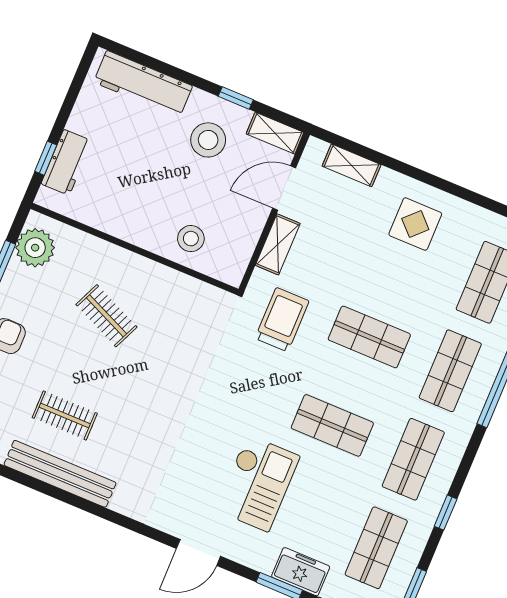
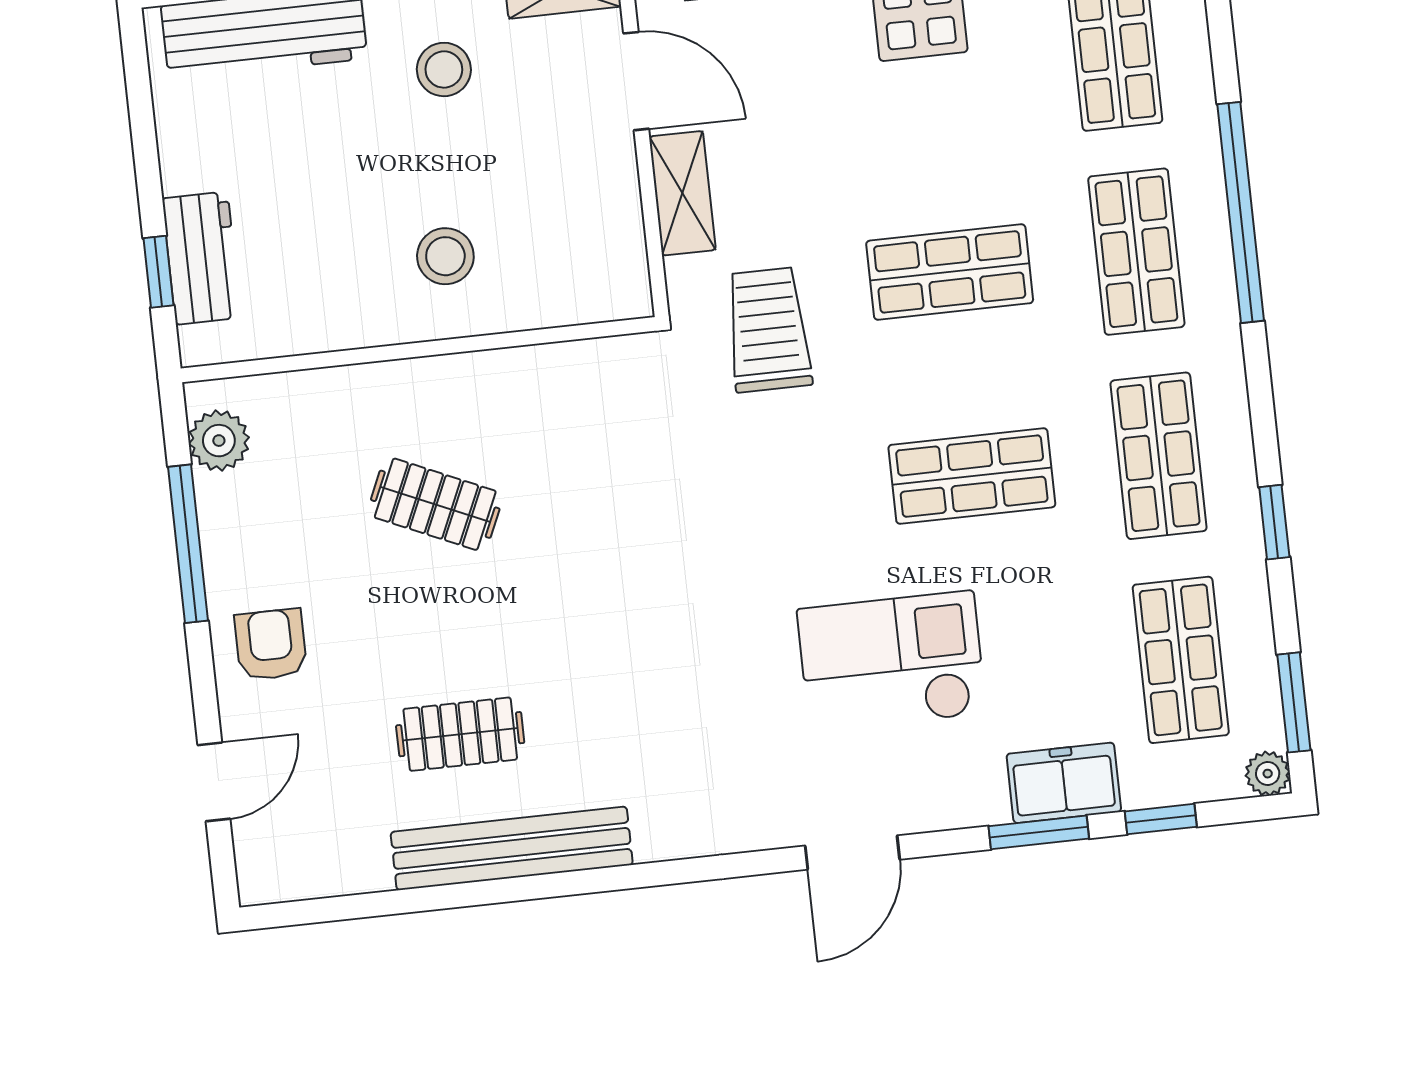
stool: (208, 140) -> (444, 69), width x0.73, depth x0.73
door: (284, 188) -> (636, 81), swing flipped
stool: (191, 239) -> (445, 256), moved
plant: (35, 248) -> (219, 441), width x0.73, depth x0.73
checkout: (258, 483) -> (892, 662), turned -90

